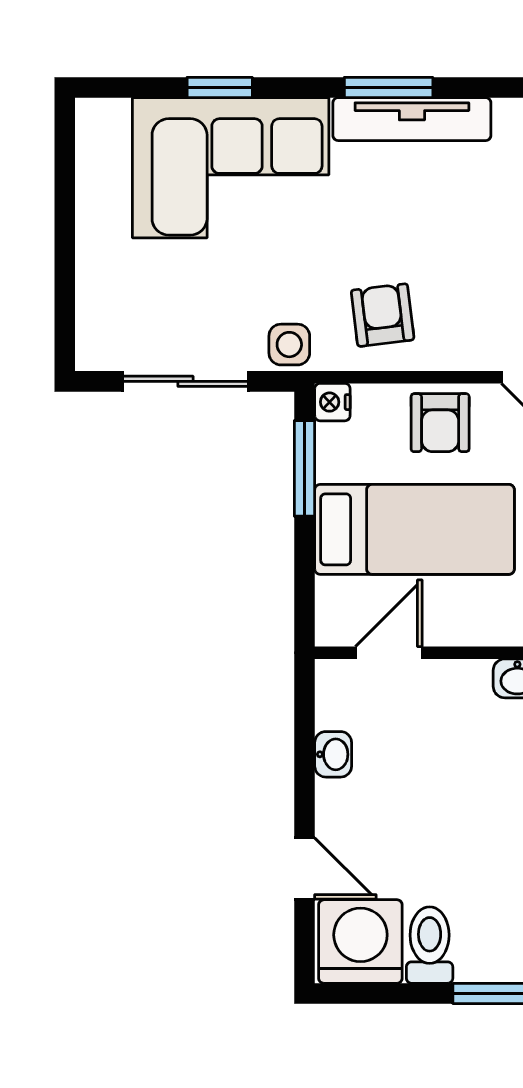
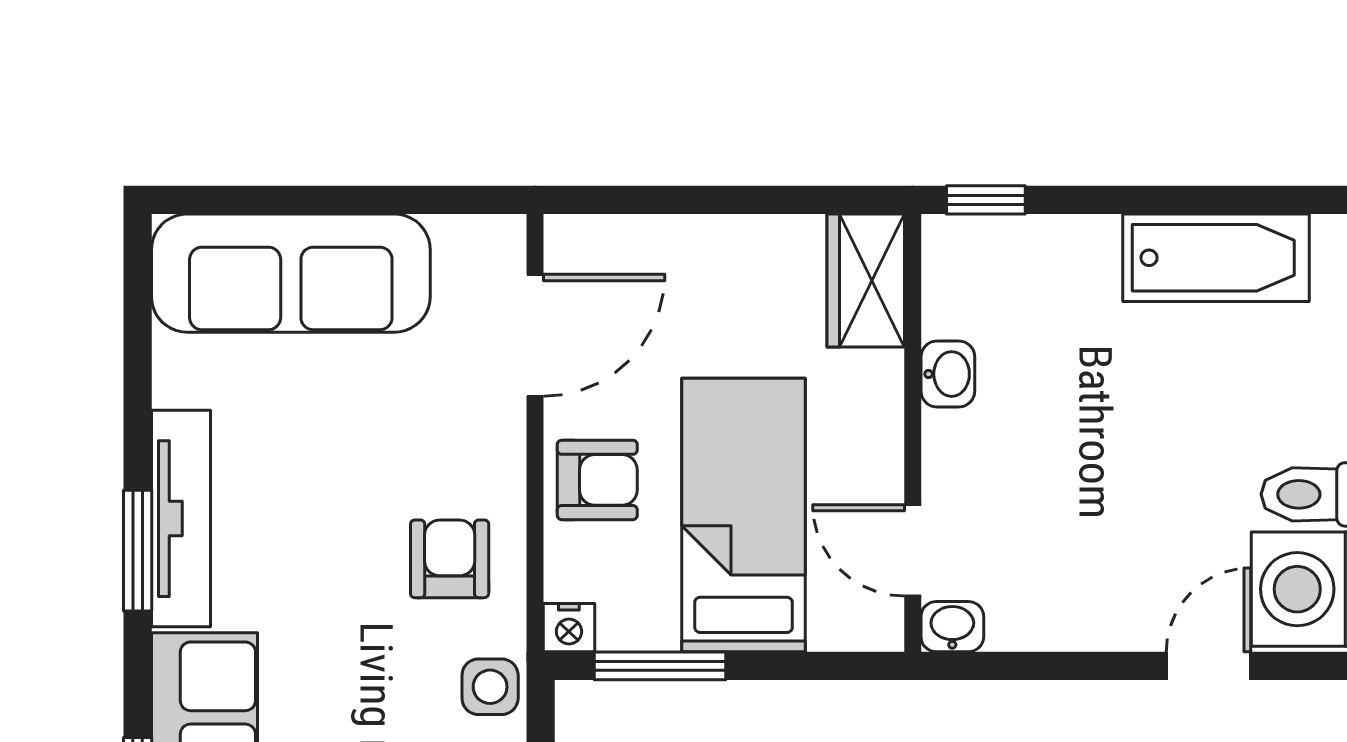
armchair: (383, 315) -> (450, 559), turned 97
washbasin: (333, 754) -> (952, 627), moved

